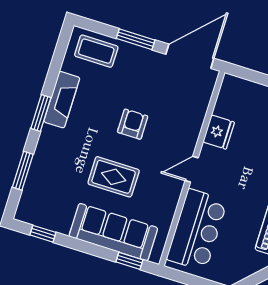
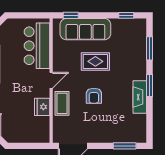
window: (136, 39) -> (125, 146), moved
coffee table: (96, 51) -> (62, 103), moved, turned 90

